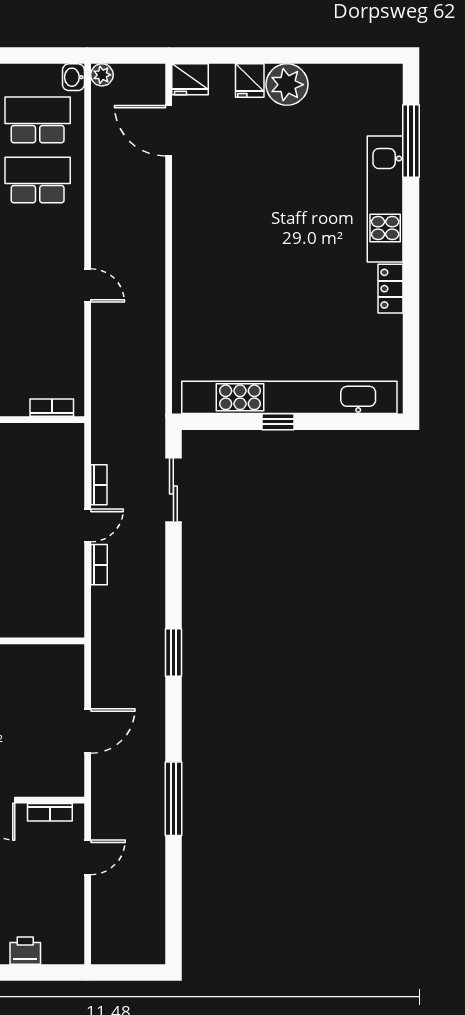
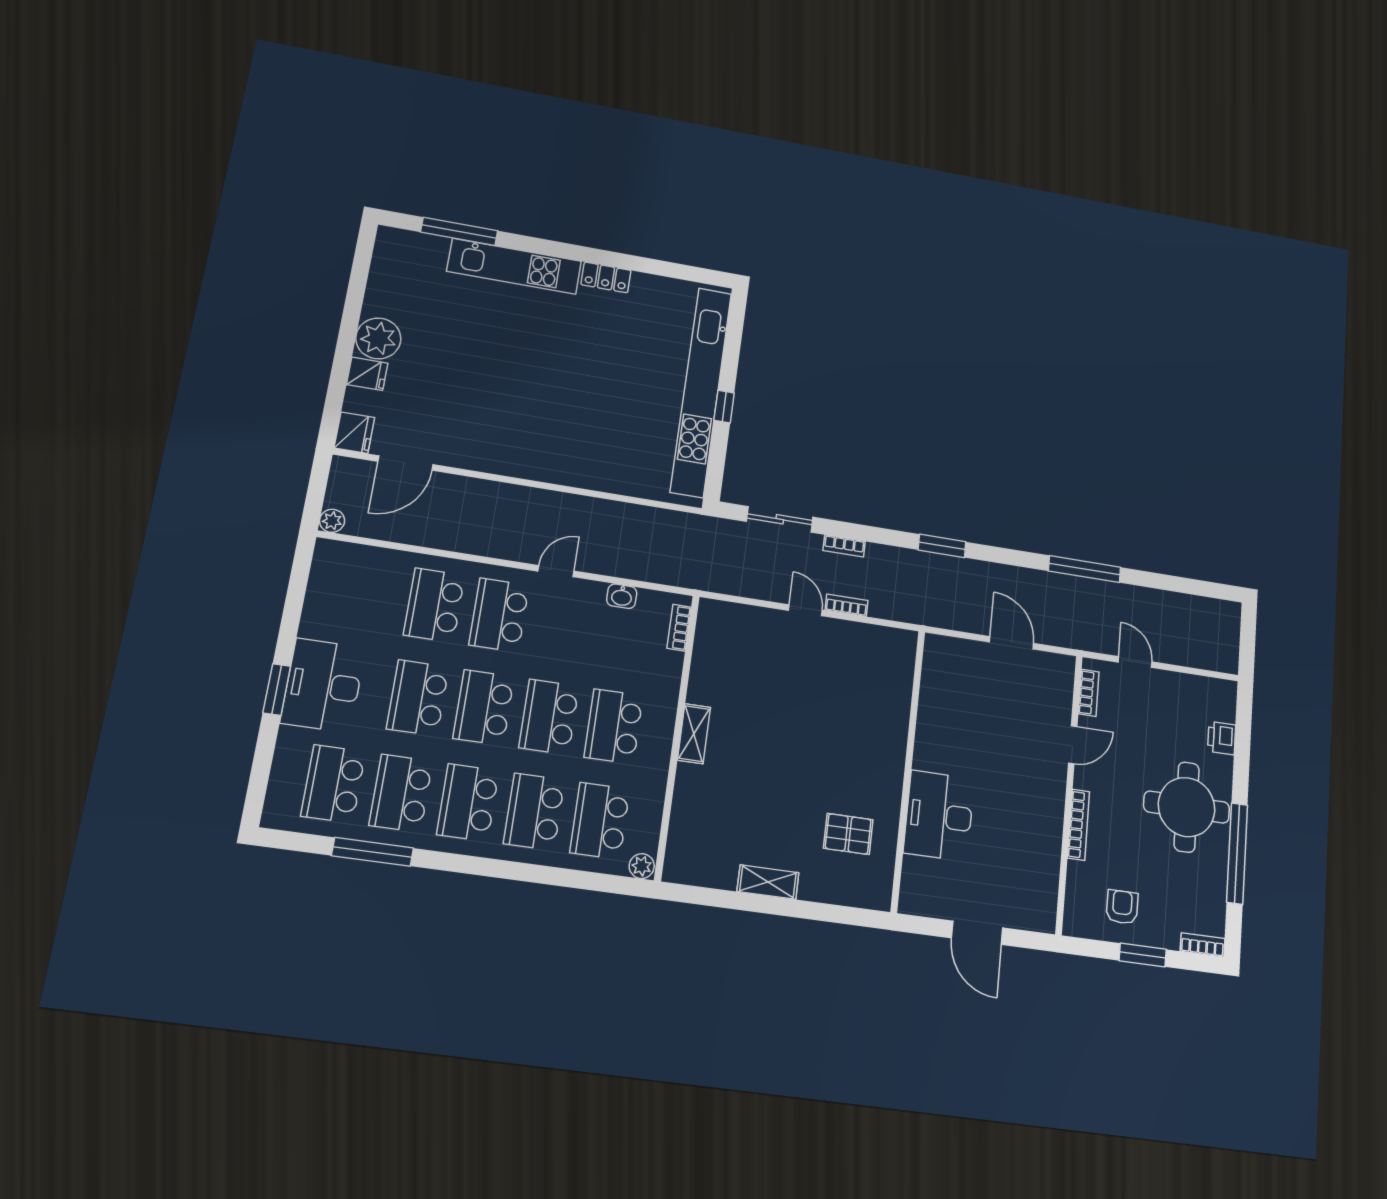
washbasin: (73, 77) -> (622, 596), moved
school desk: (38, 120) -> (499, 615), moved
bookcase: (99, 485) -> (844, 546), moved, turned 180

